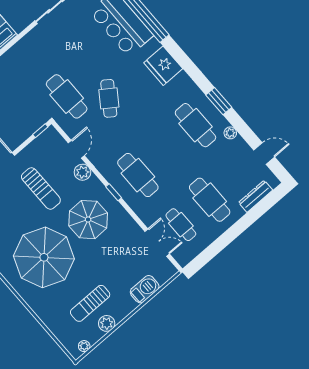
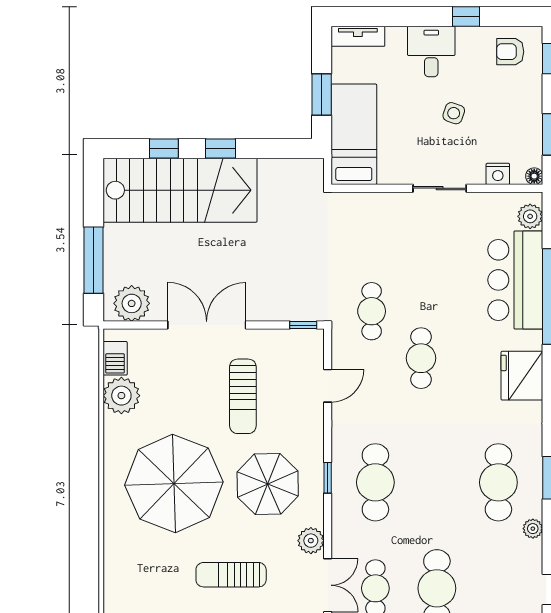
cafe table: (67, 96) -> (372, 311), width x0.73, depth x0.74
cafe table: (109, 98) -> (421, 358), turned -35
plant: (82, 172) -> (311, 541), moved
sun lounger: (90, 303) -> (231, 575), moved

